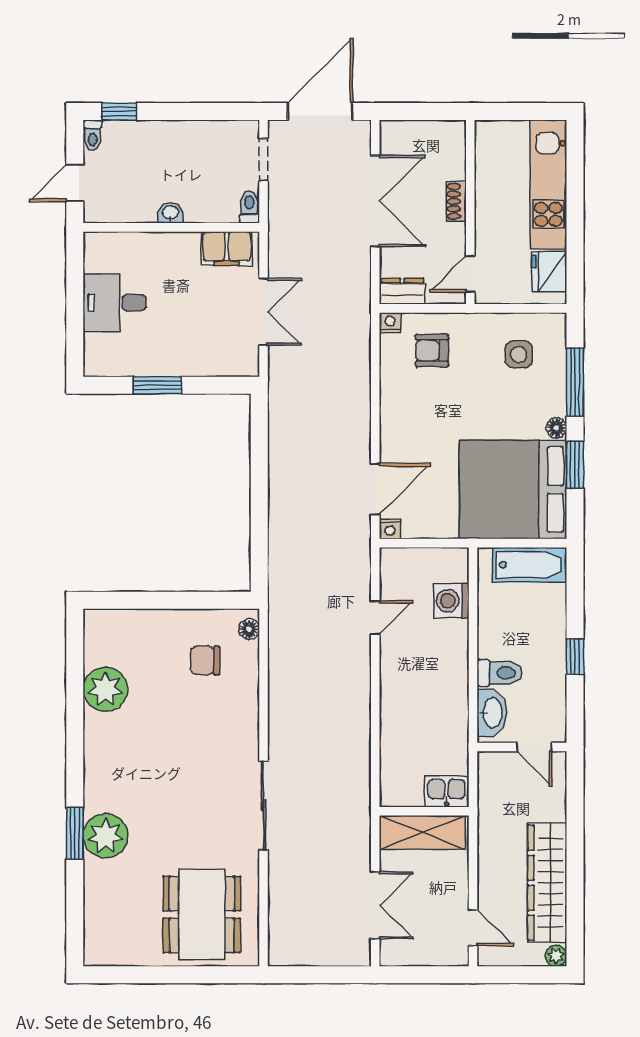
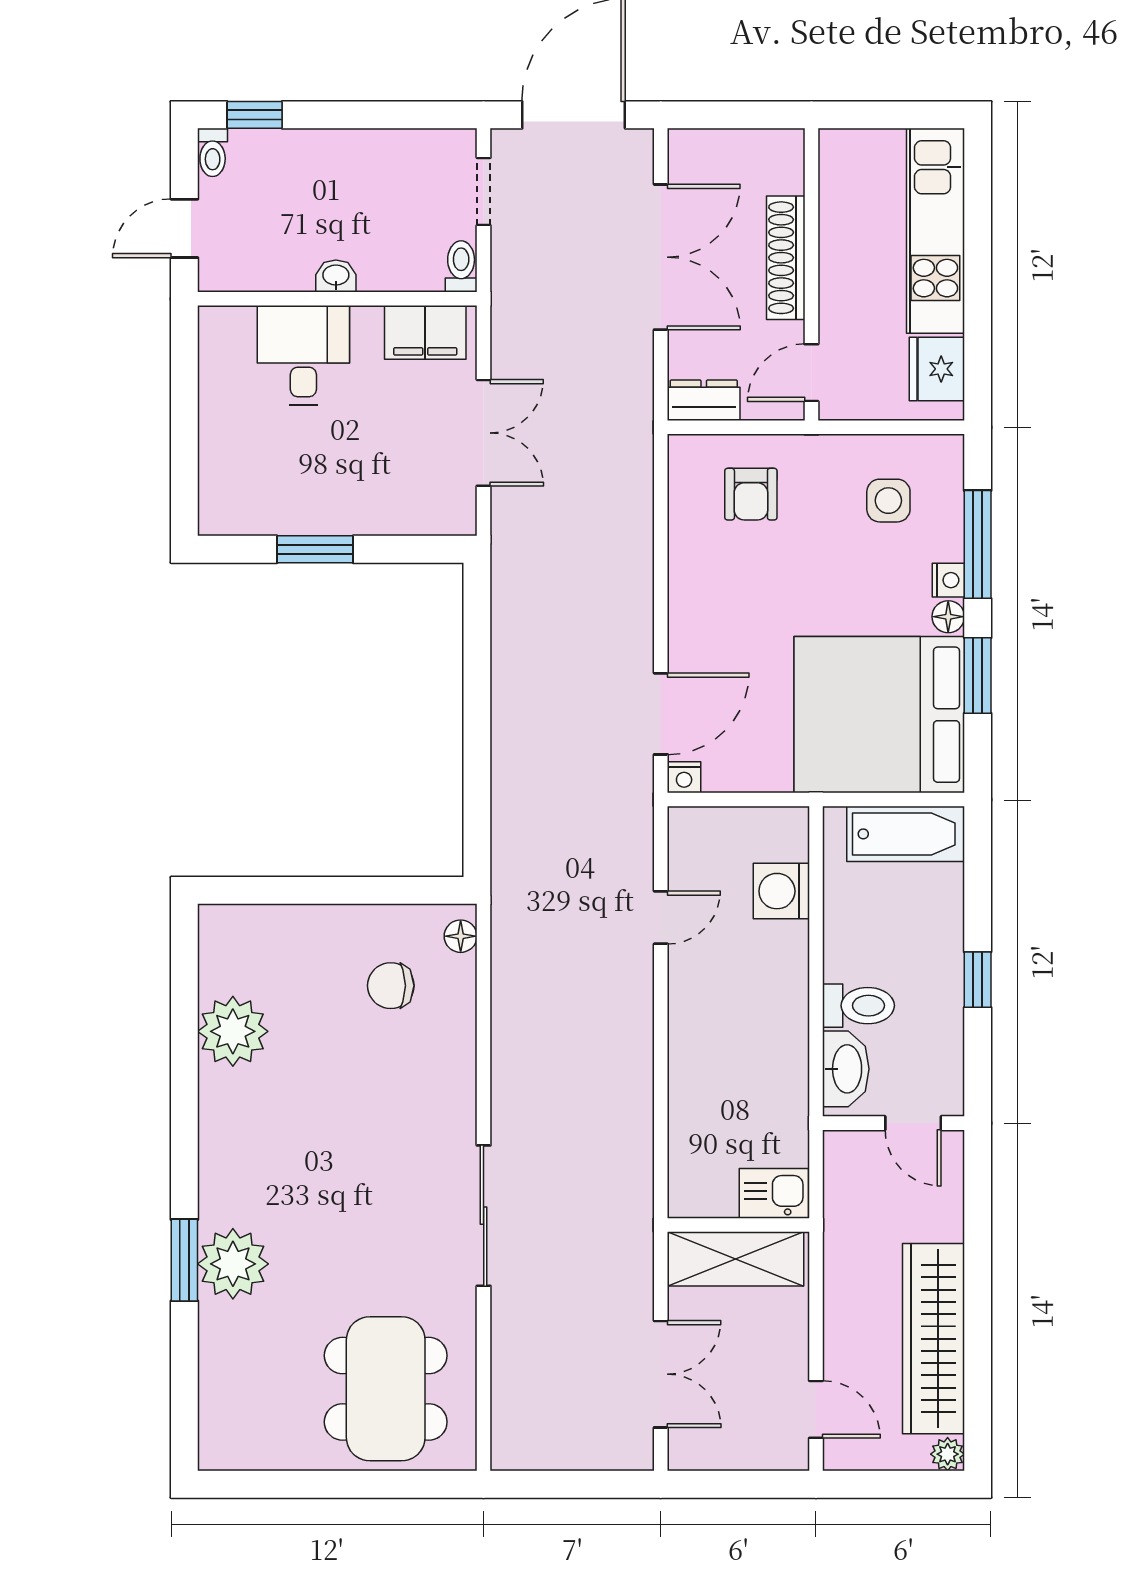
shoe rack: (456, 201) -> (786, 258), width x1.94, depth x1.24
desk: (115, 303) -> (303, 355), moved, turned 90
nightstand: (390, 323) -> (948, 580), moved, turned 90
armchair: (432, 350) -> (751, 494), turned -90

